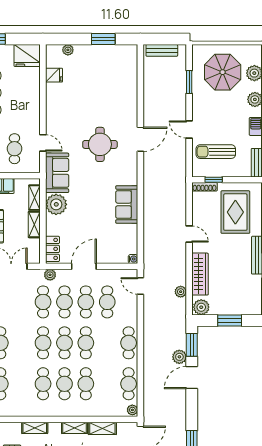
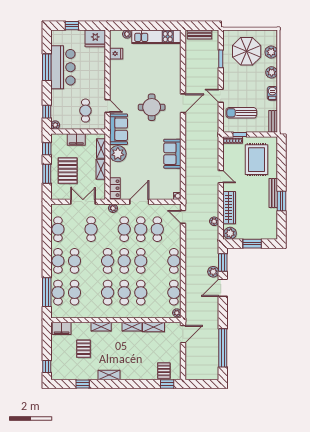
window: (103, 39) -> (154, 26), removed
kitchen unit: (106, 53) -> (156, 37), added
cafe table: (43, 302) -> (91, 229), moved

